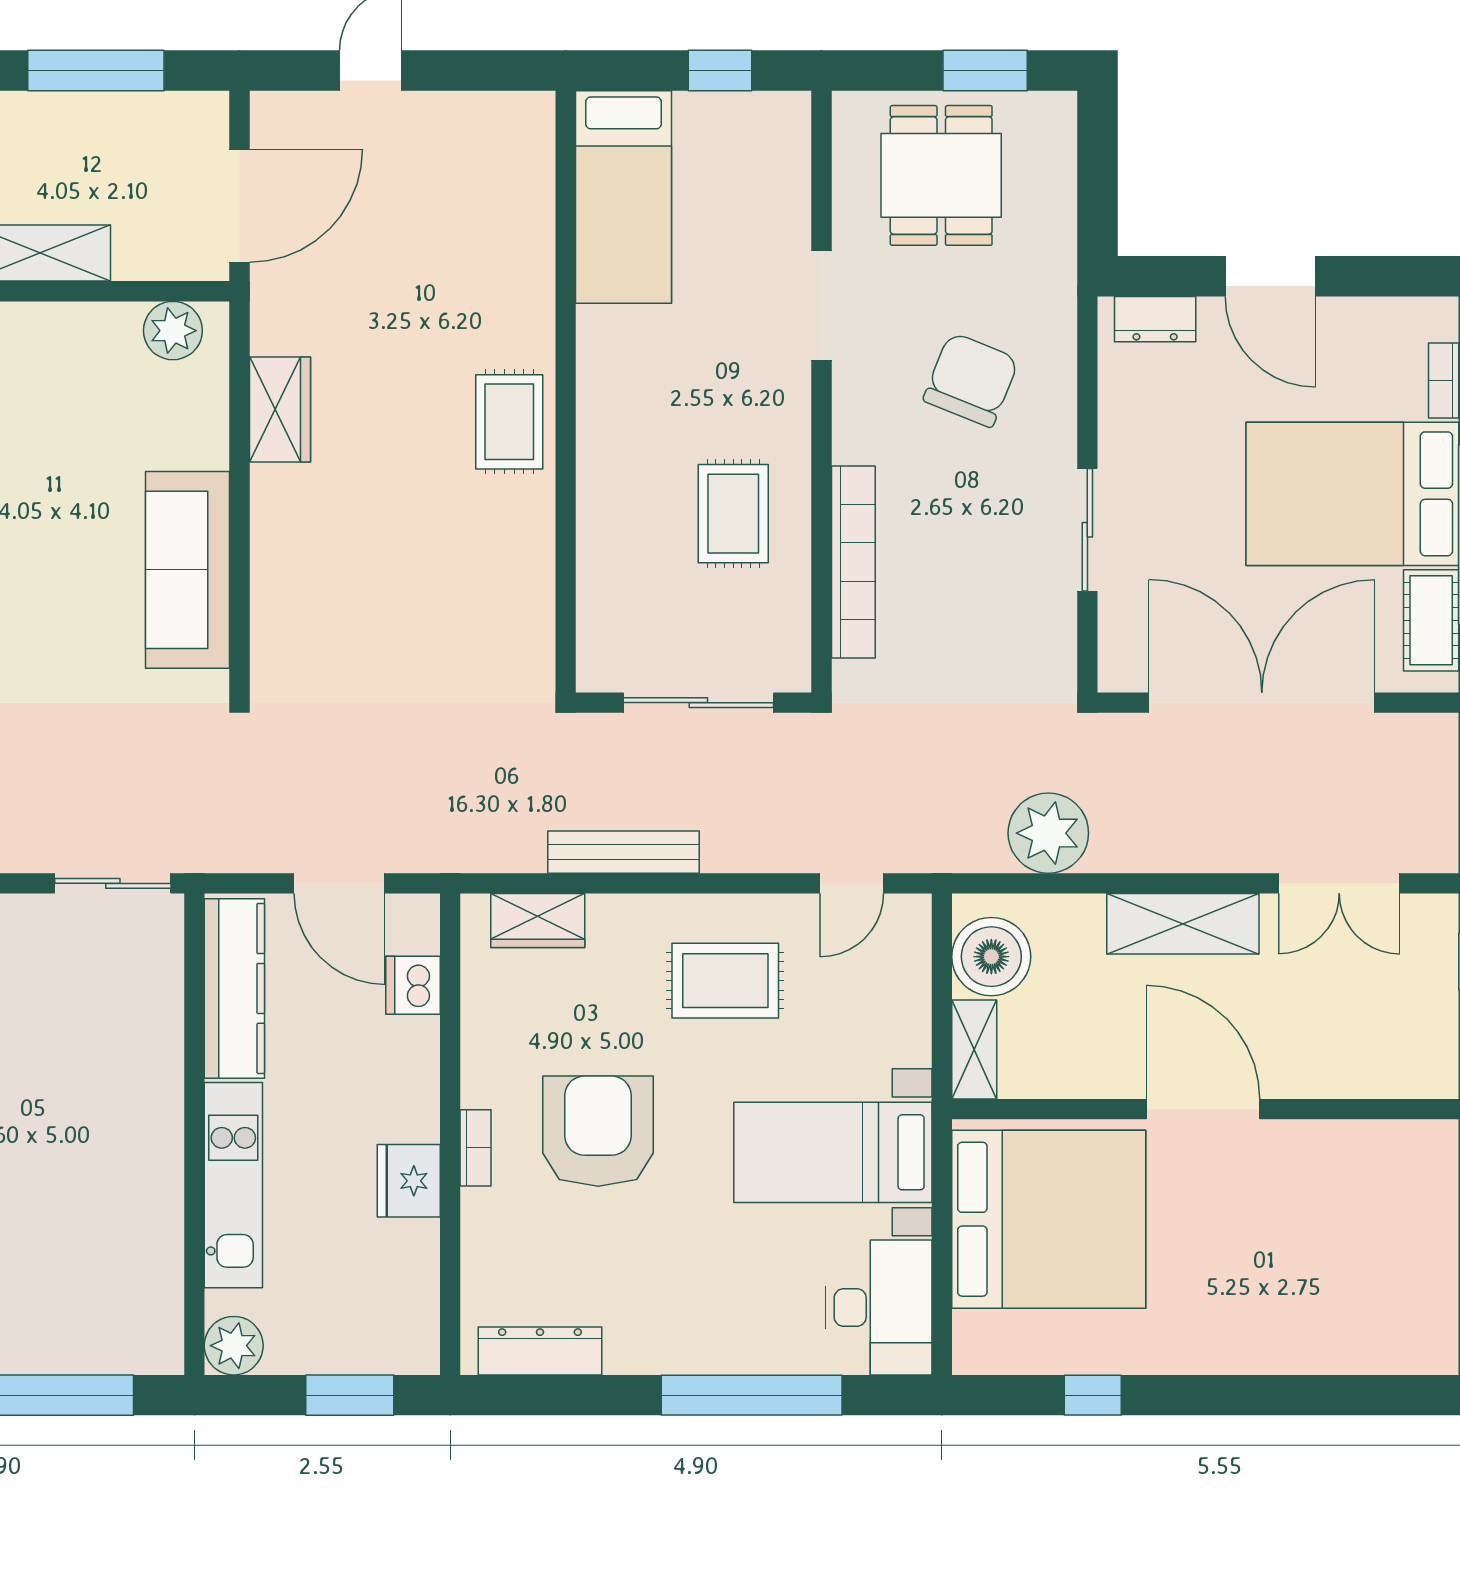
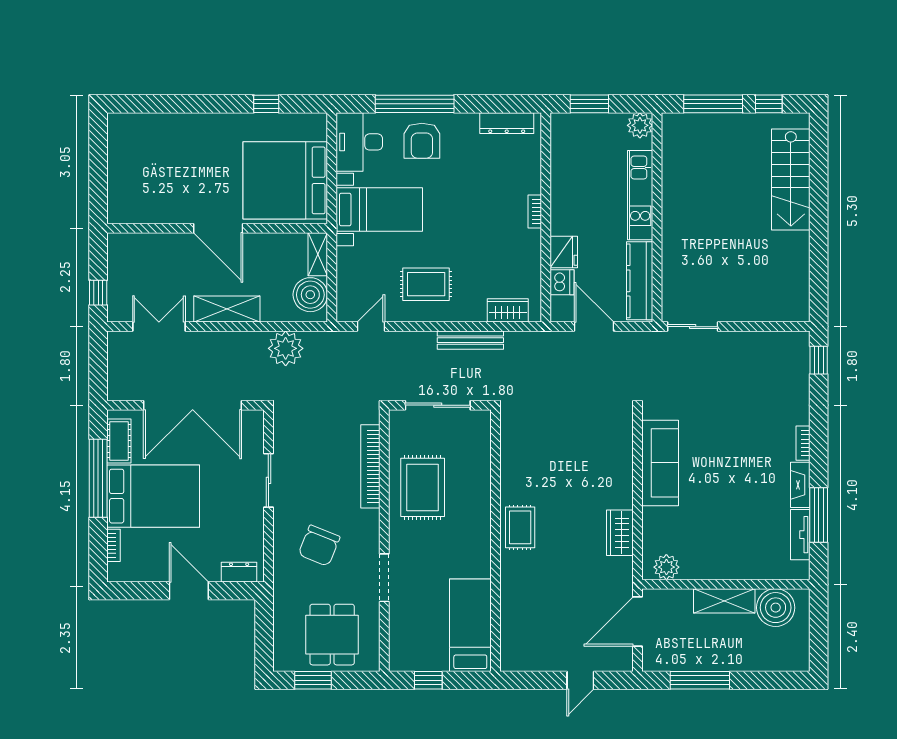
rug: (733, 514) -> (423, 487), width x1.36, depth x1.43
armchair: (598, 1131) -> (422, 141), moved, width x0.73, depth x0.73
fridge: (409, 1181) -> (564, 252), moved

